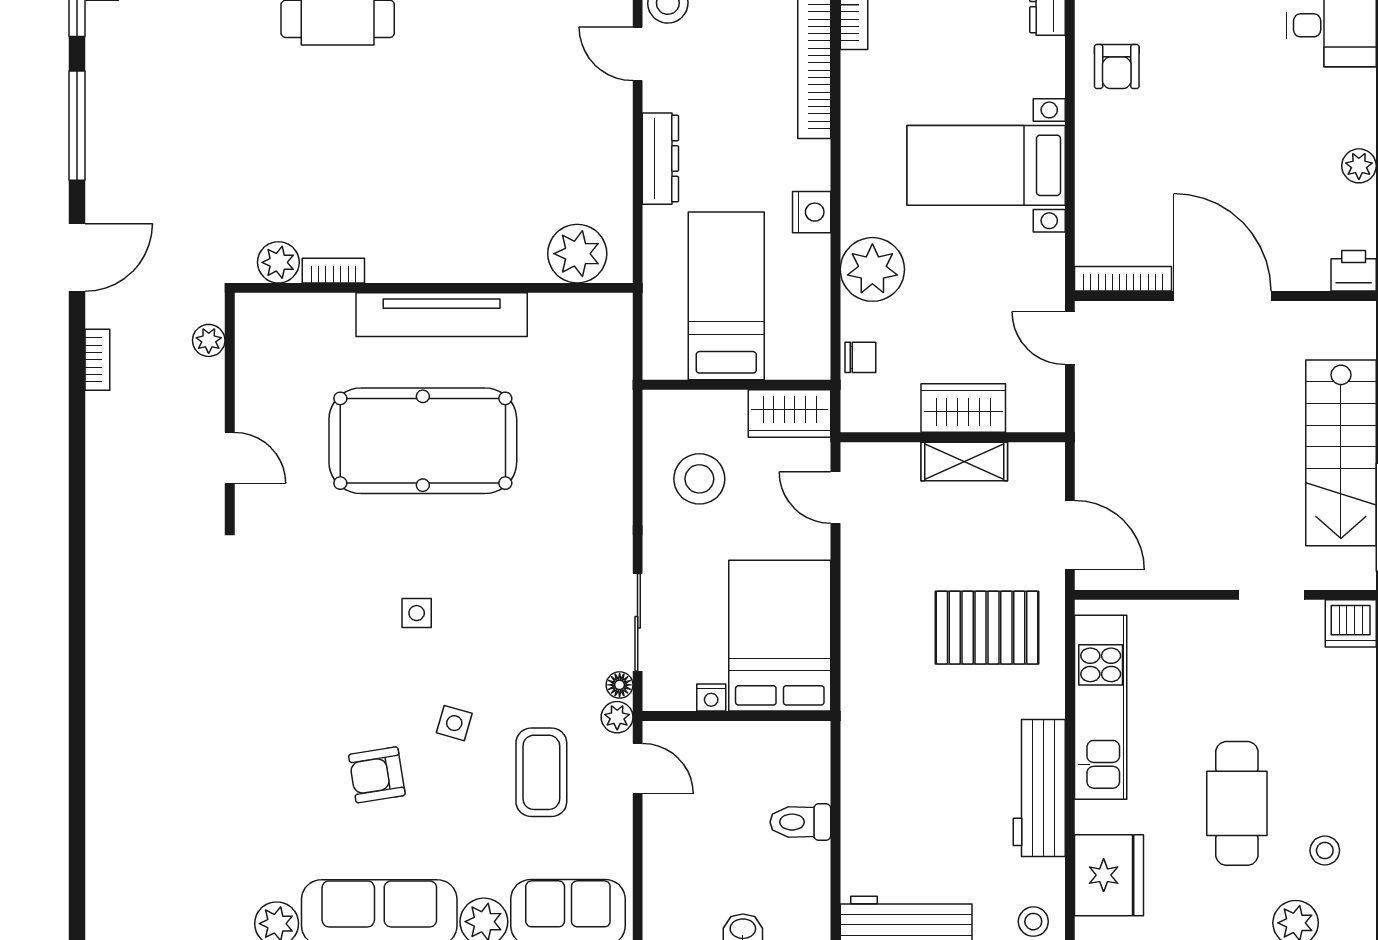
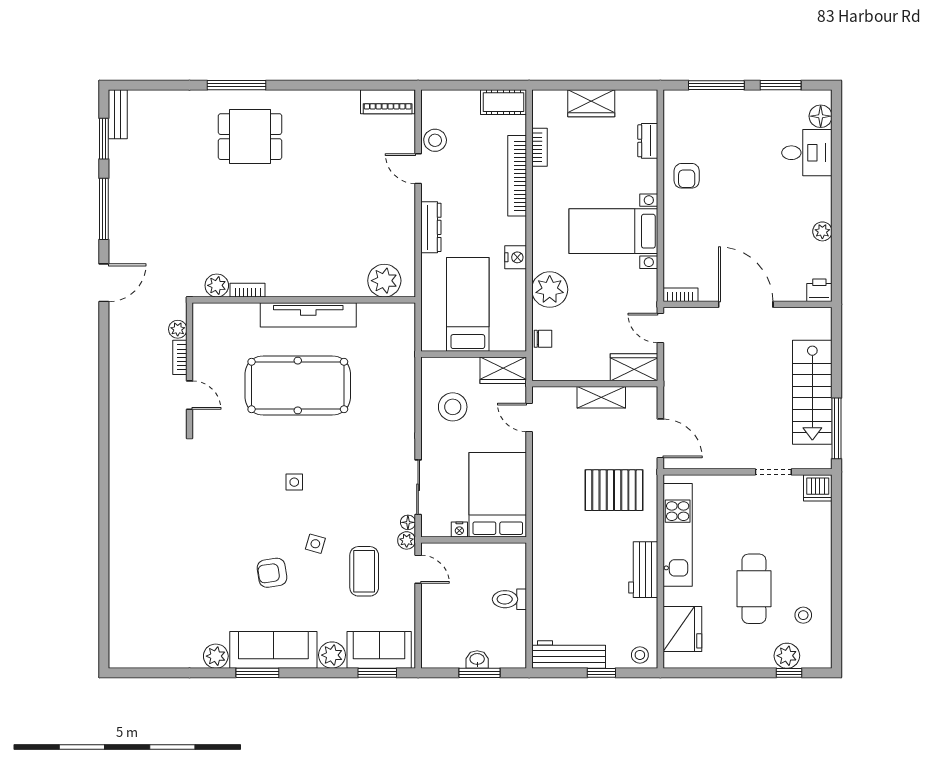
bookcase: (1123, 279) -> (680, 295), width x0.64
bookcase: (97, 360) -> (180, 357), moved, turned 180
wardrobe: (963, 408) -> (634, 367), moved
workbench: (1039, 788) -> (643, 570), width x0.73

